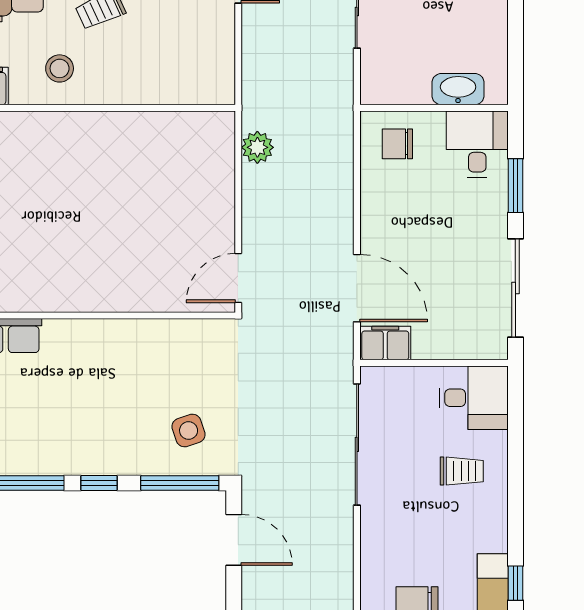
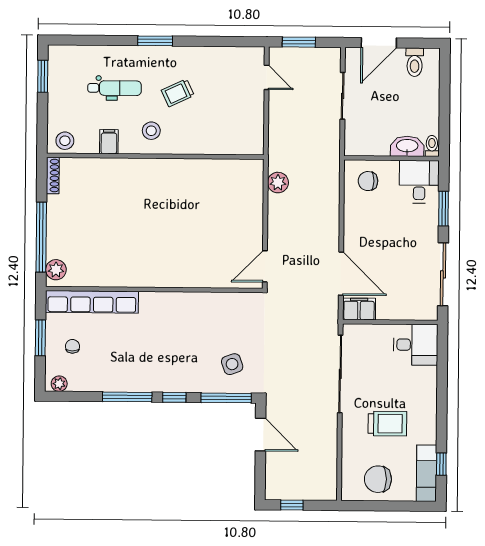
toilet: (496, 88) -> (432, 146), added
trolley: (462, 471) -> (387, 424), moved, width x1.36, depth x1.39

